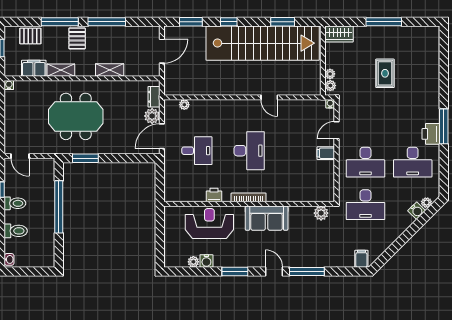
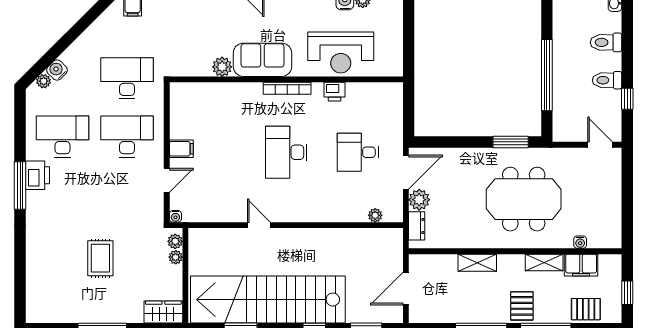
water cooler: (9, 85) -> (580, 242), moved
plant: (321, 213) -> (222, 67), moved

